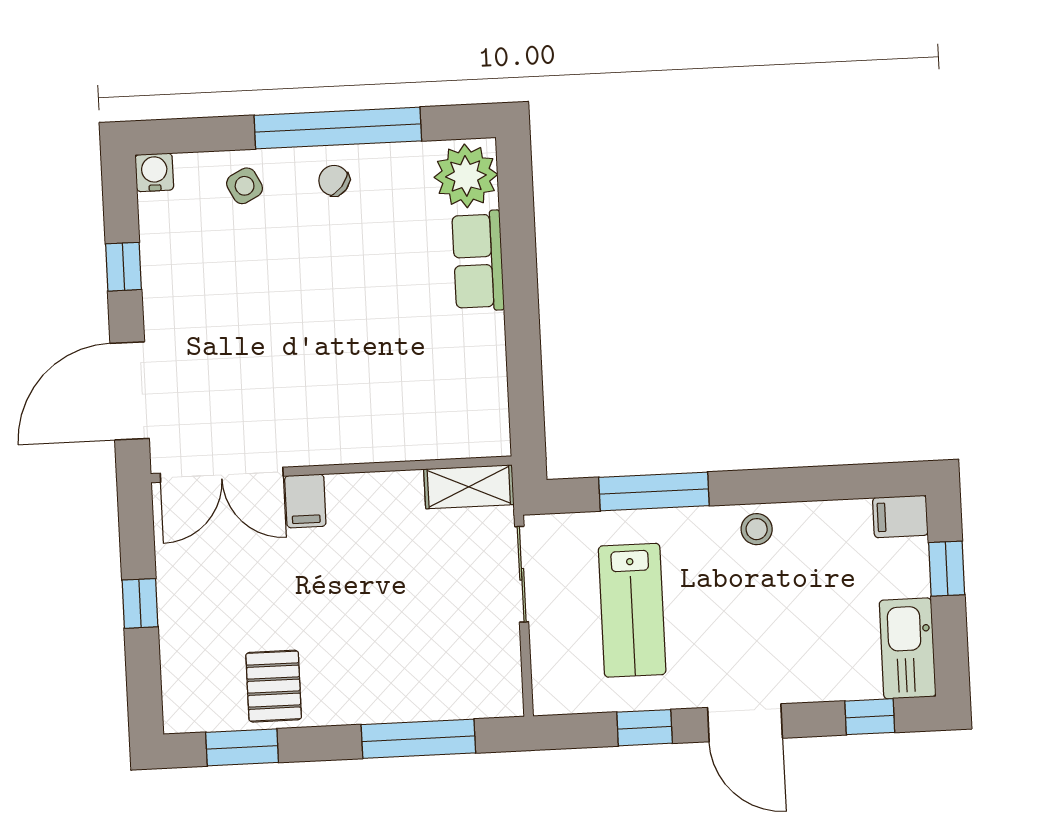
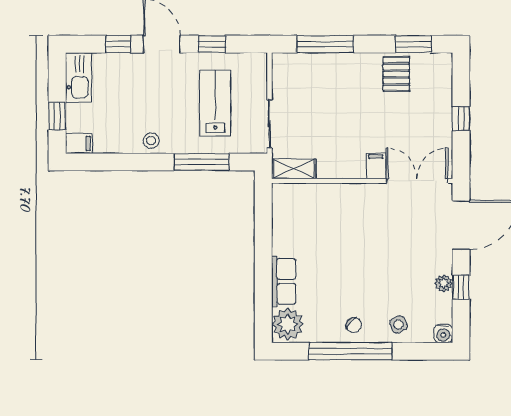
plant: (158, 273) -> (444, 283), added
window: (870, 717) -> (118, 44), moved

